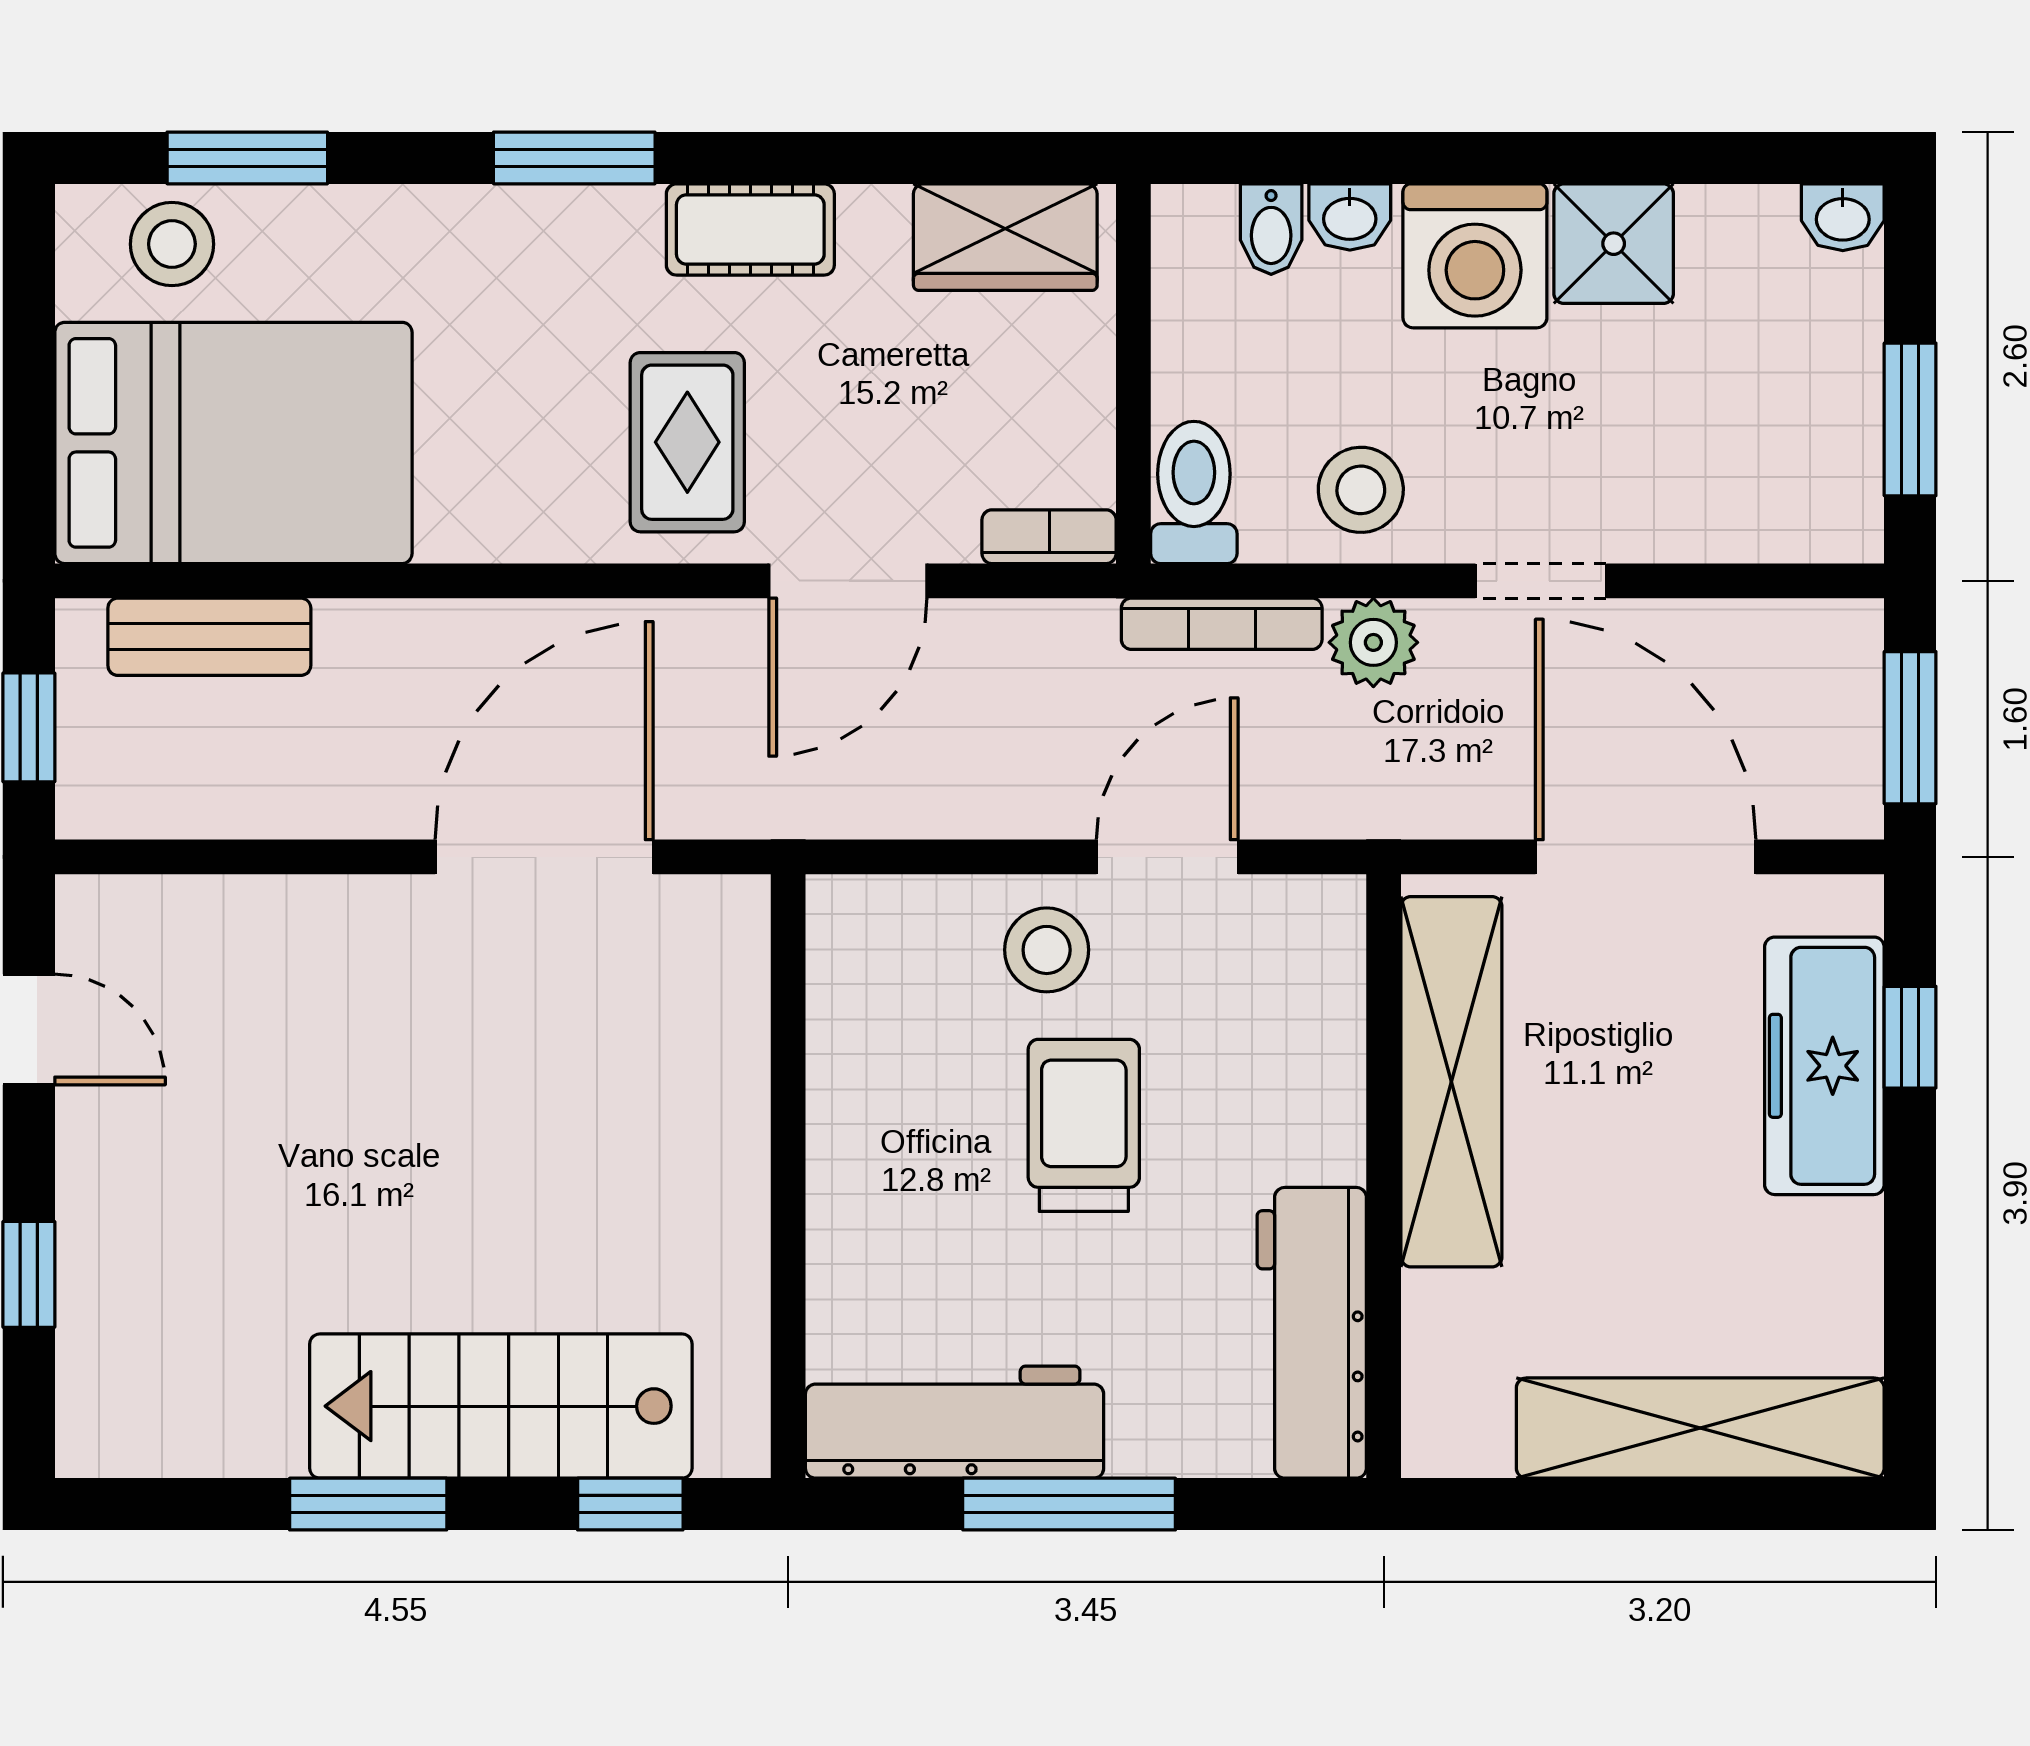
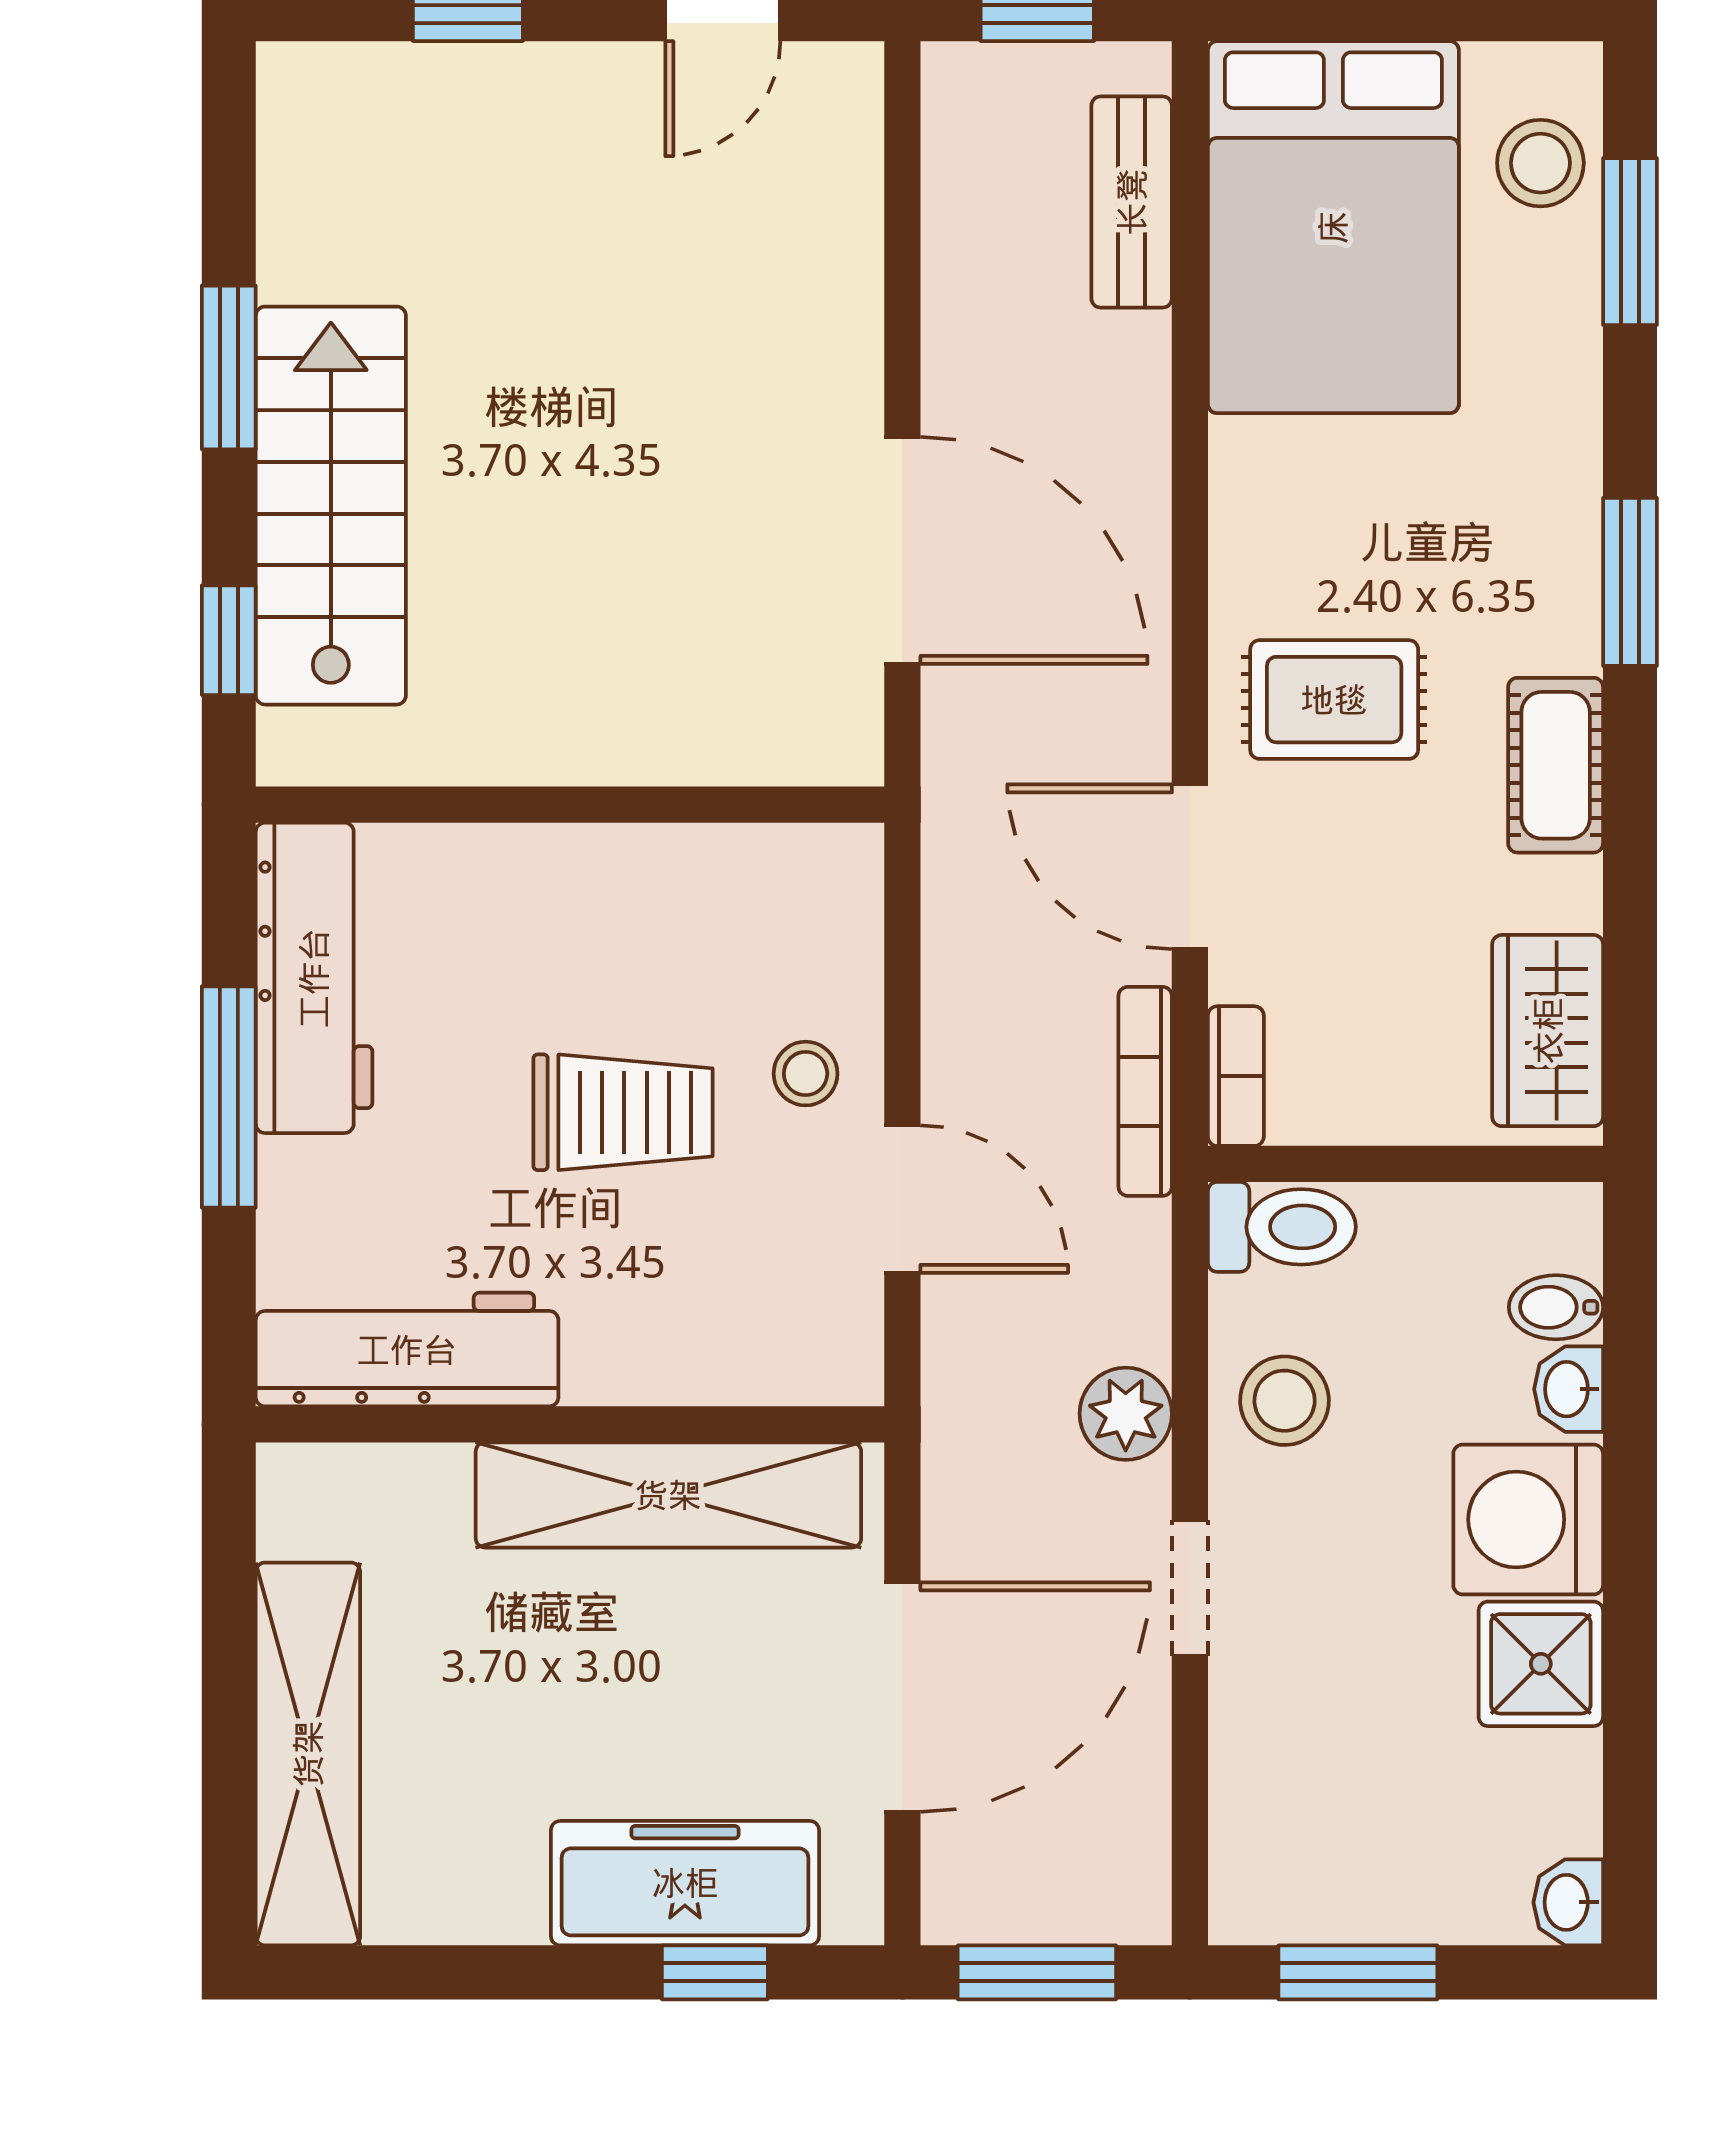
bookcase: (1222, 624) -> (1145, 1091), moved
stool: (1047, 950) -> (806, 1074), width x0.73, depth x0.73

